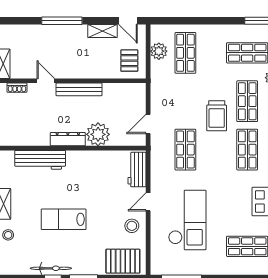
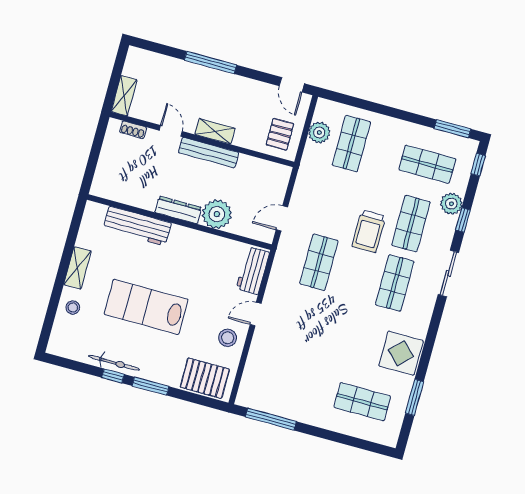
shelving: (102, 31) -> (215, 131), moved
lab bench: (64, 219) -> (146, 307), width x1.36, depth x1.39
checkout: (187, 220) -> (298, 349), removed

